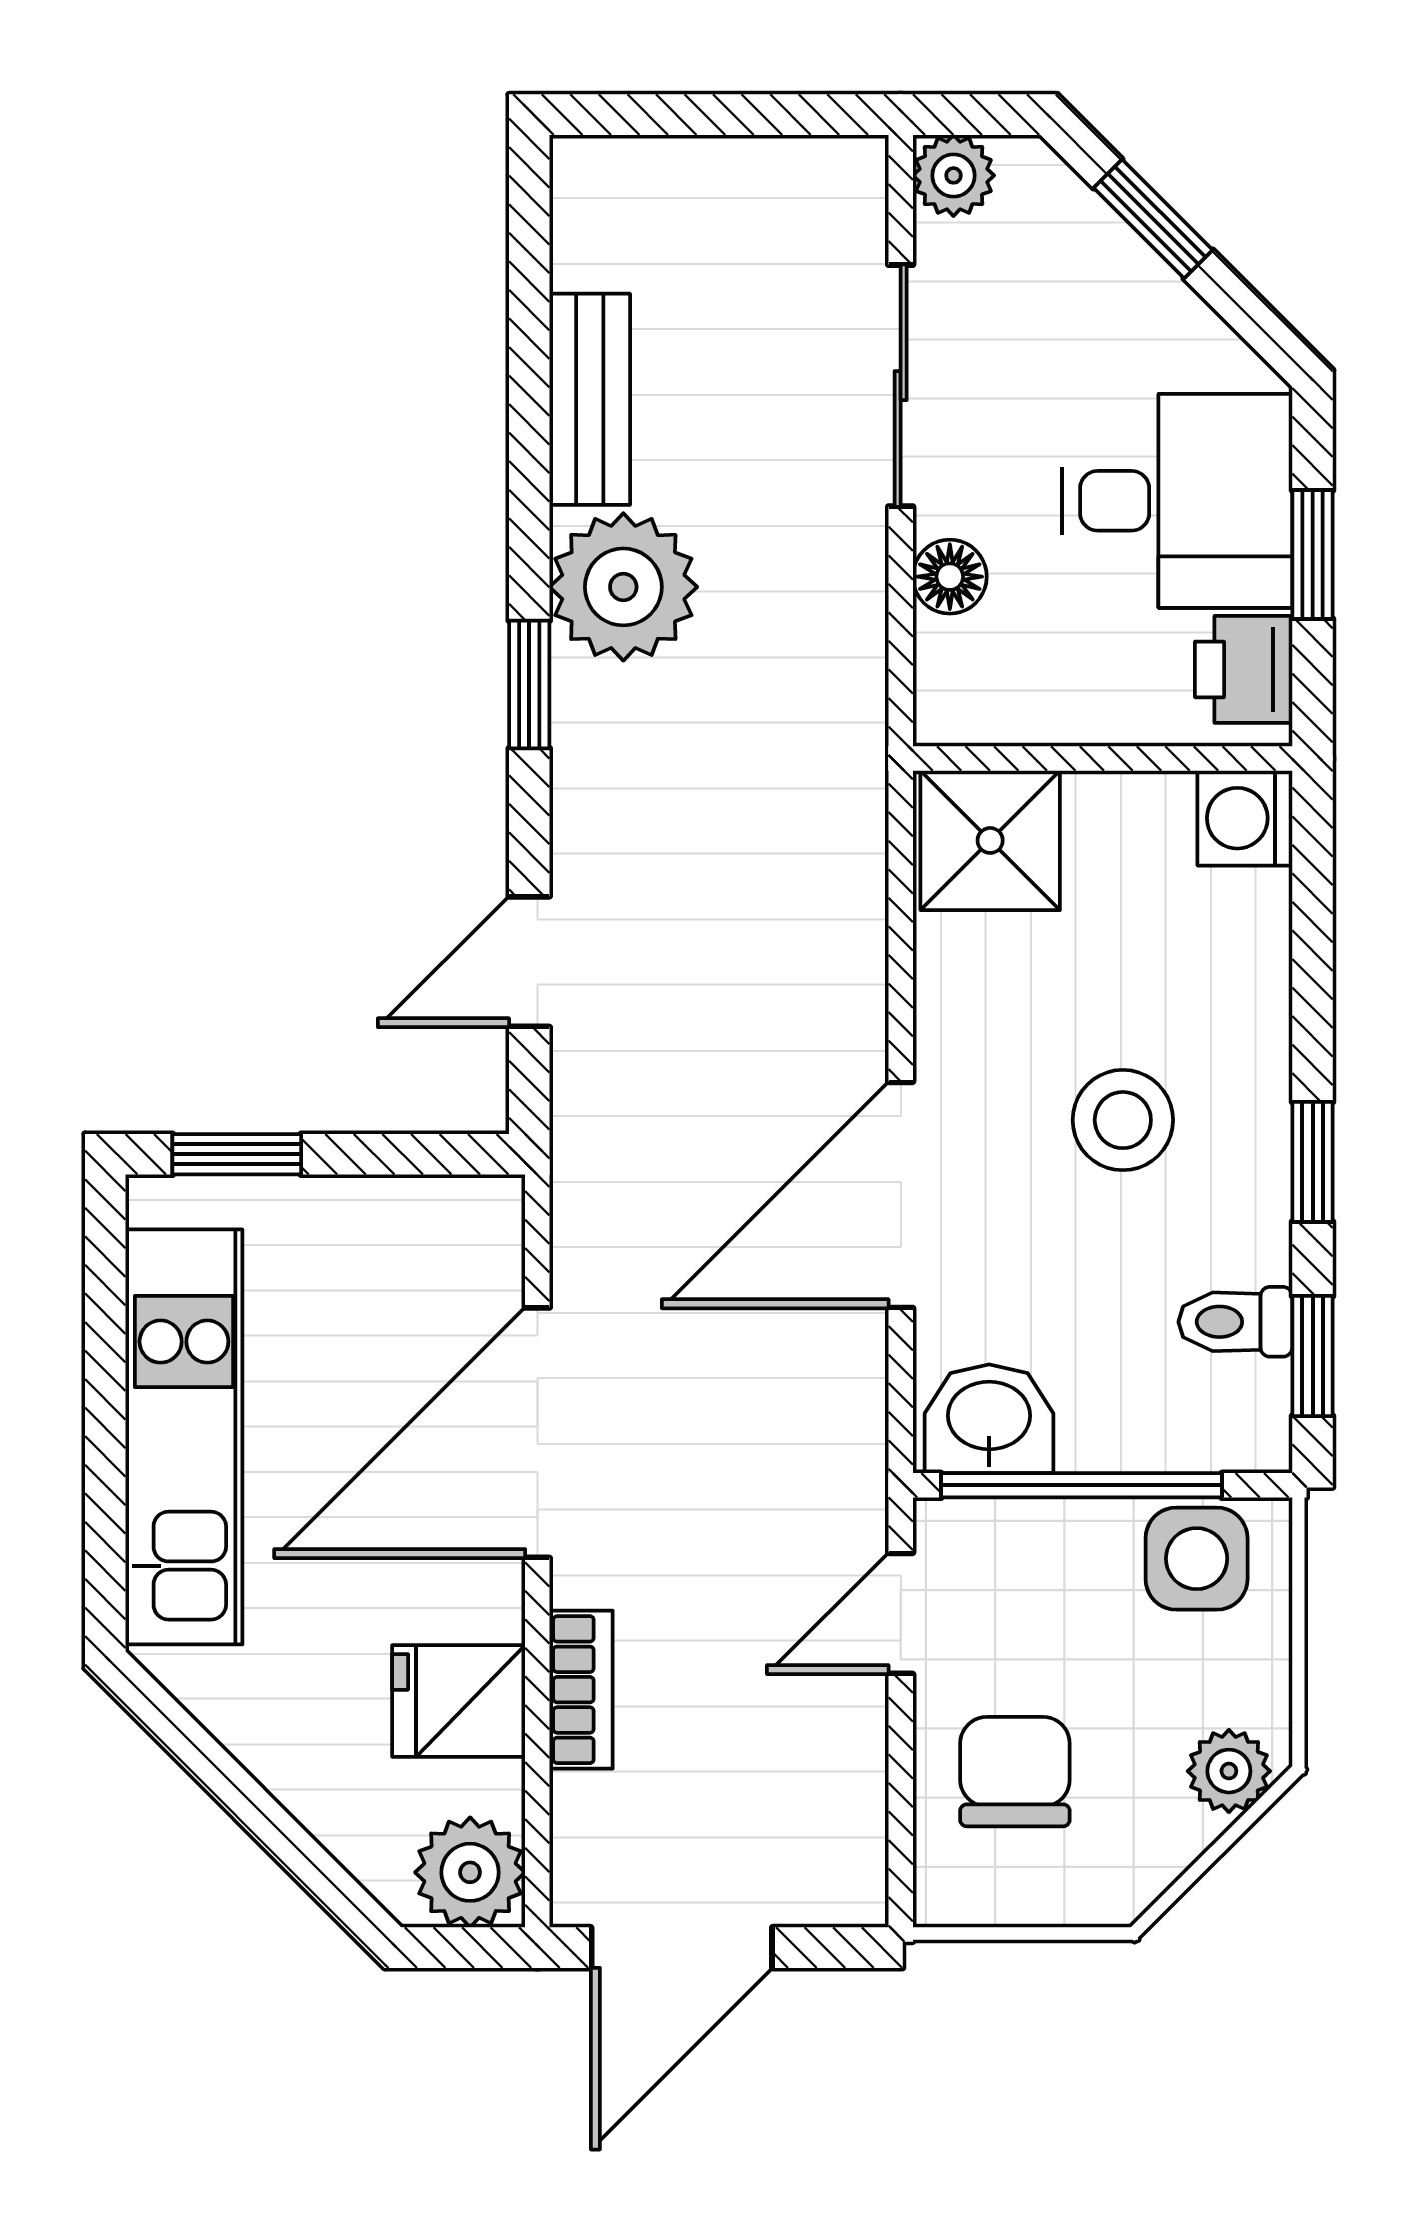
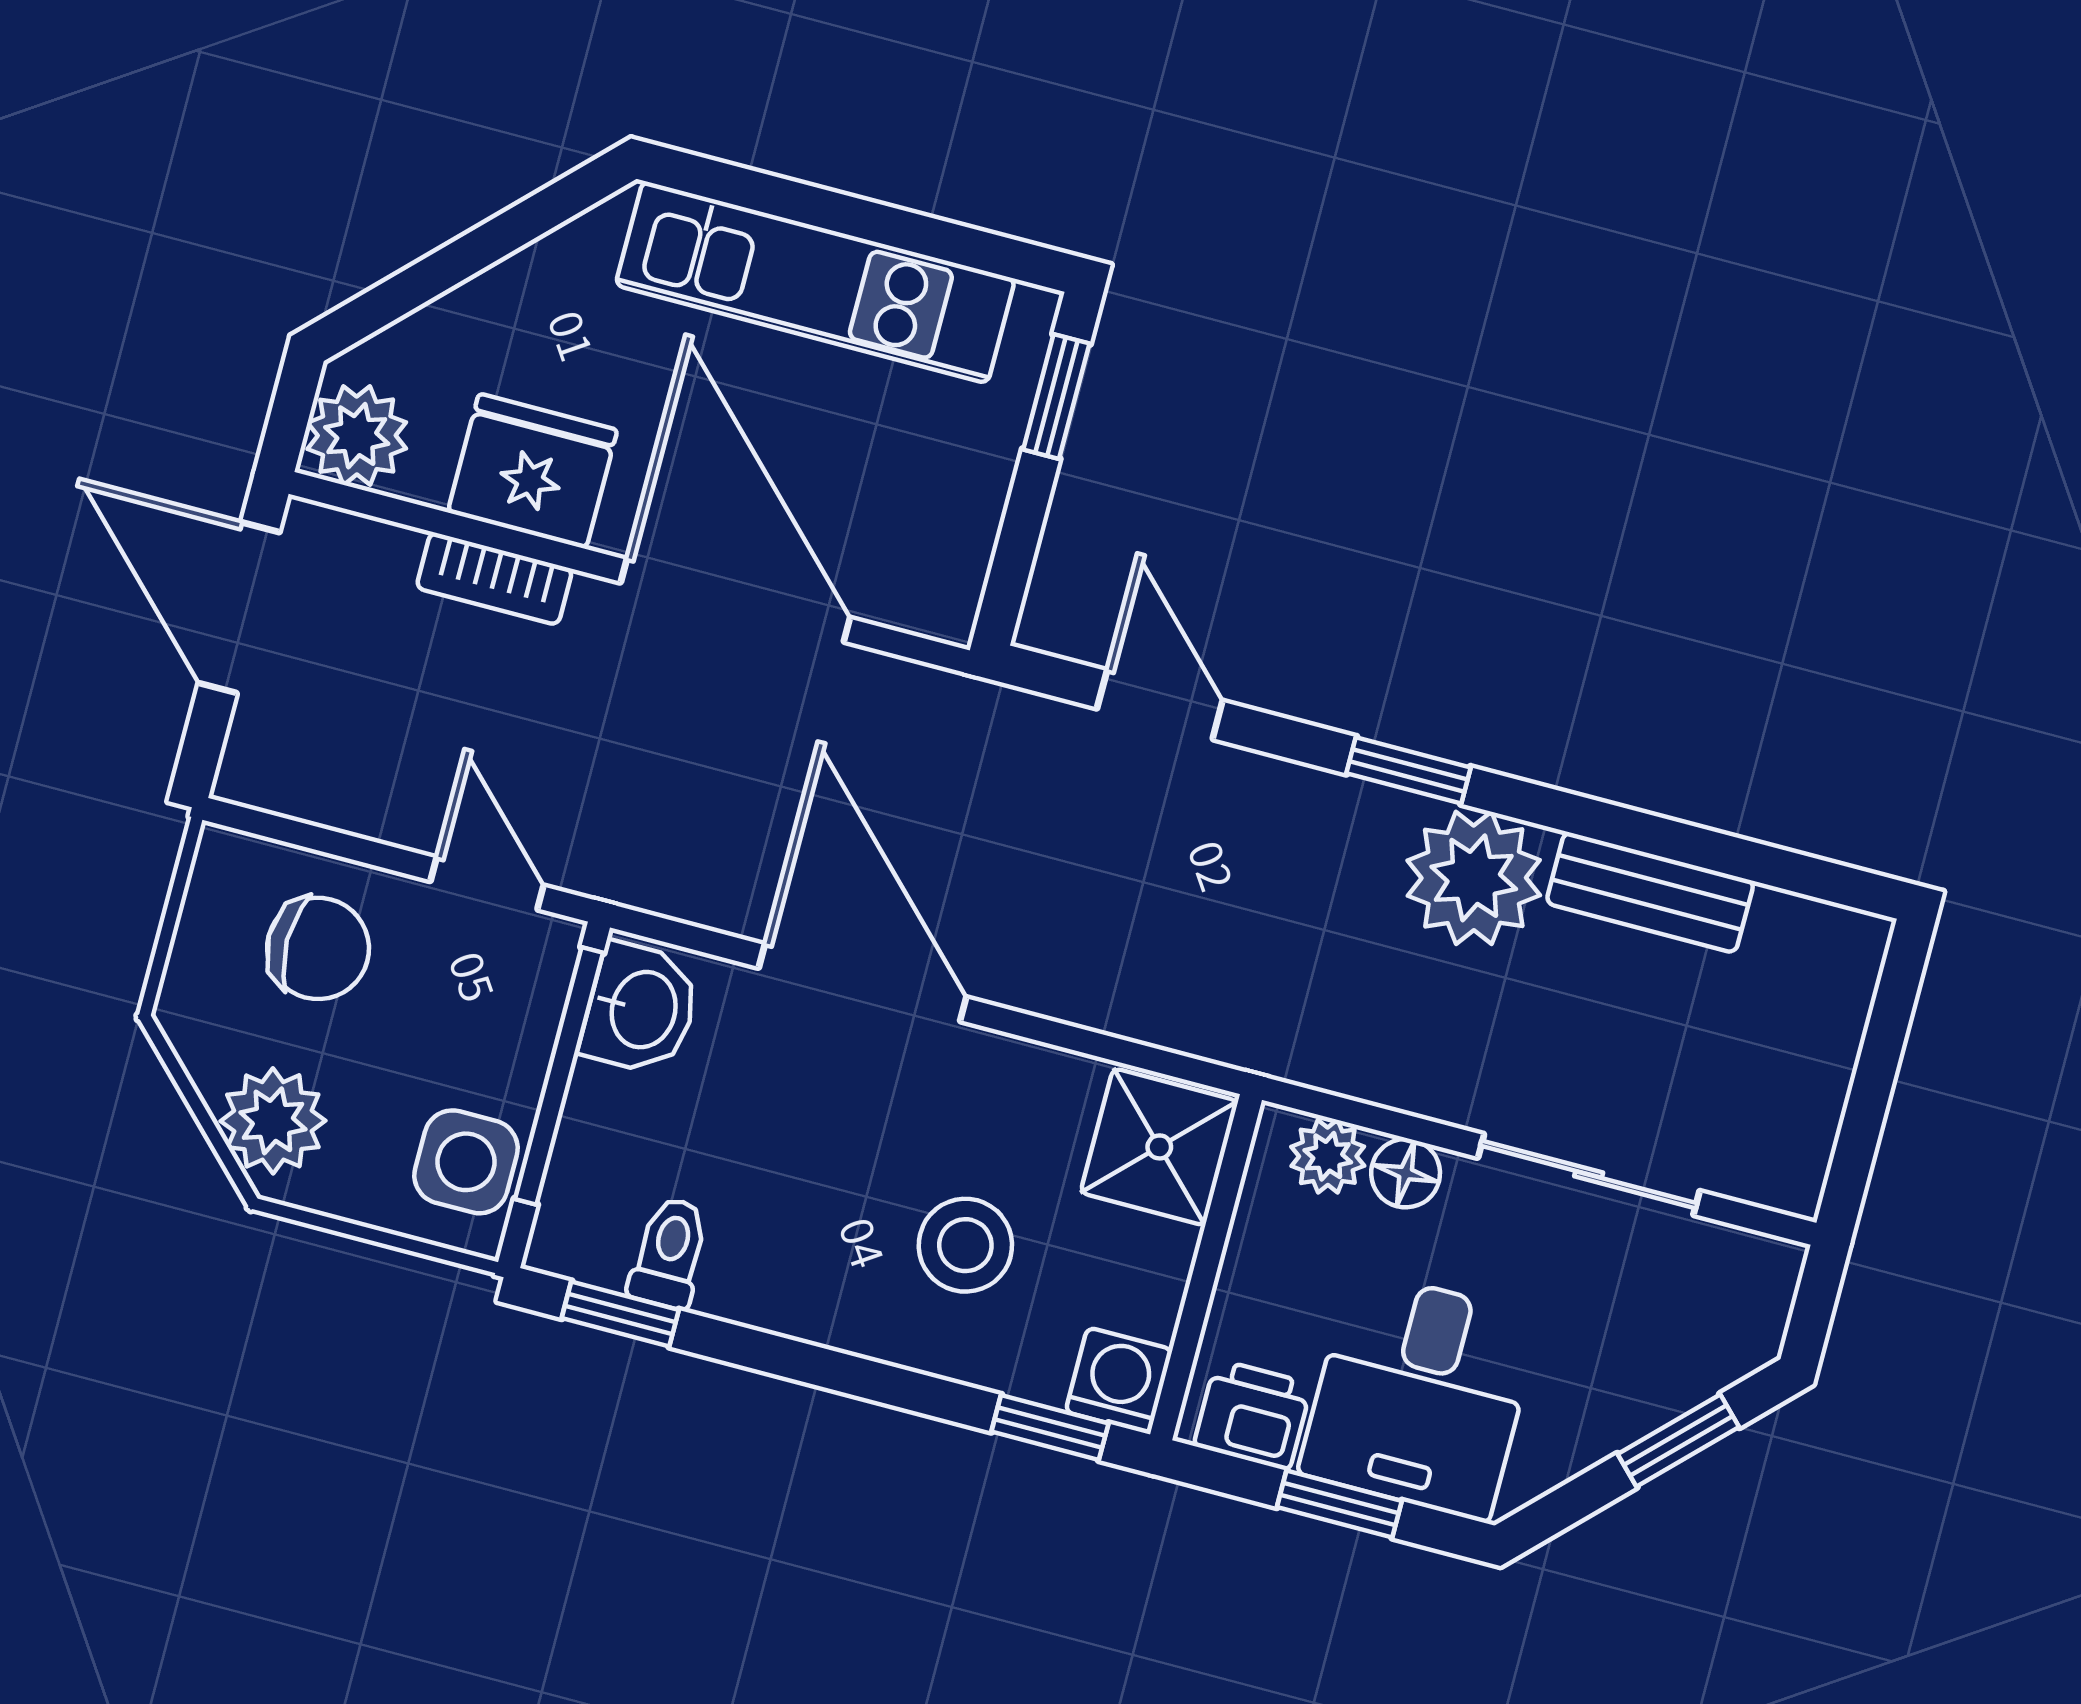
plant: (953, 175) -> (1328, 1156), moved
stool: (1123, 1120) -> (965, 1245), moved
window: (1313, 1162) -> (1050, 1427), moved
fridge: (459, 1701) -> (532, 471), width x1.38
plant: (1229, 1771) -> (273, 1121), width x1.38, depth x1.38

